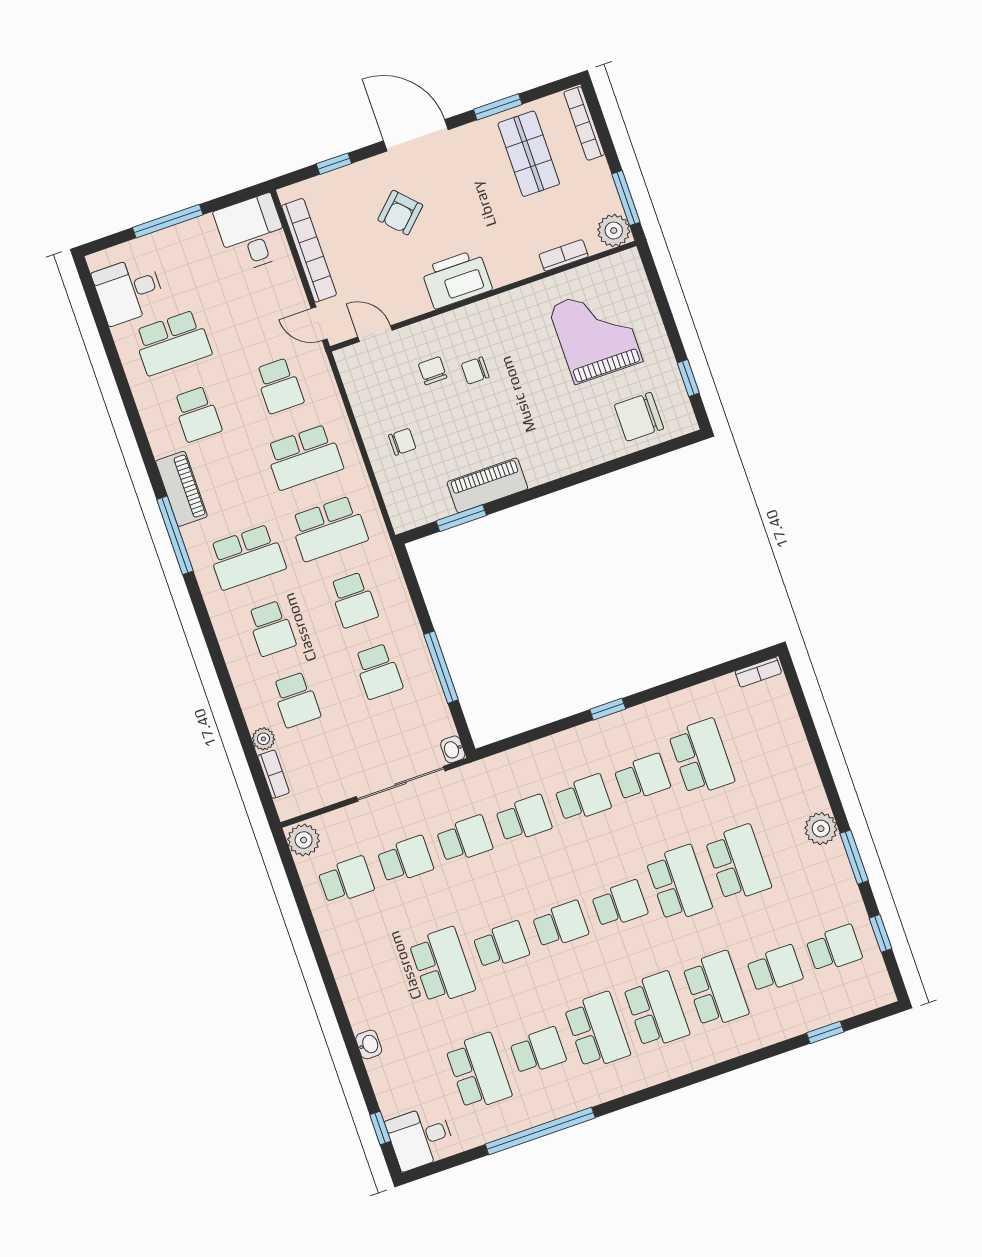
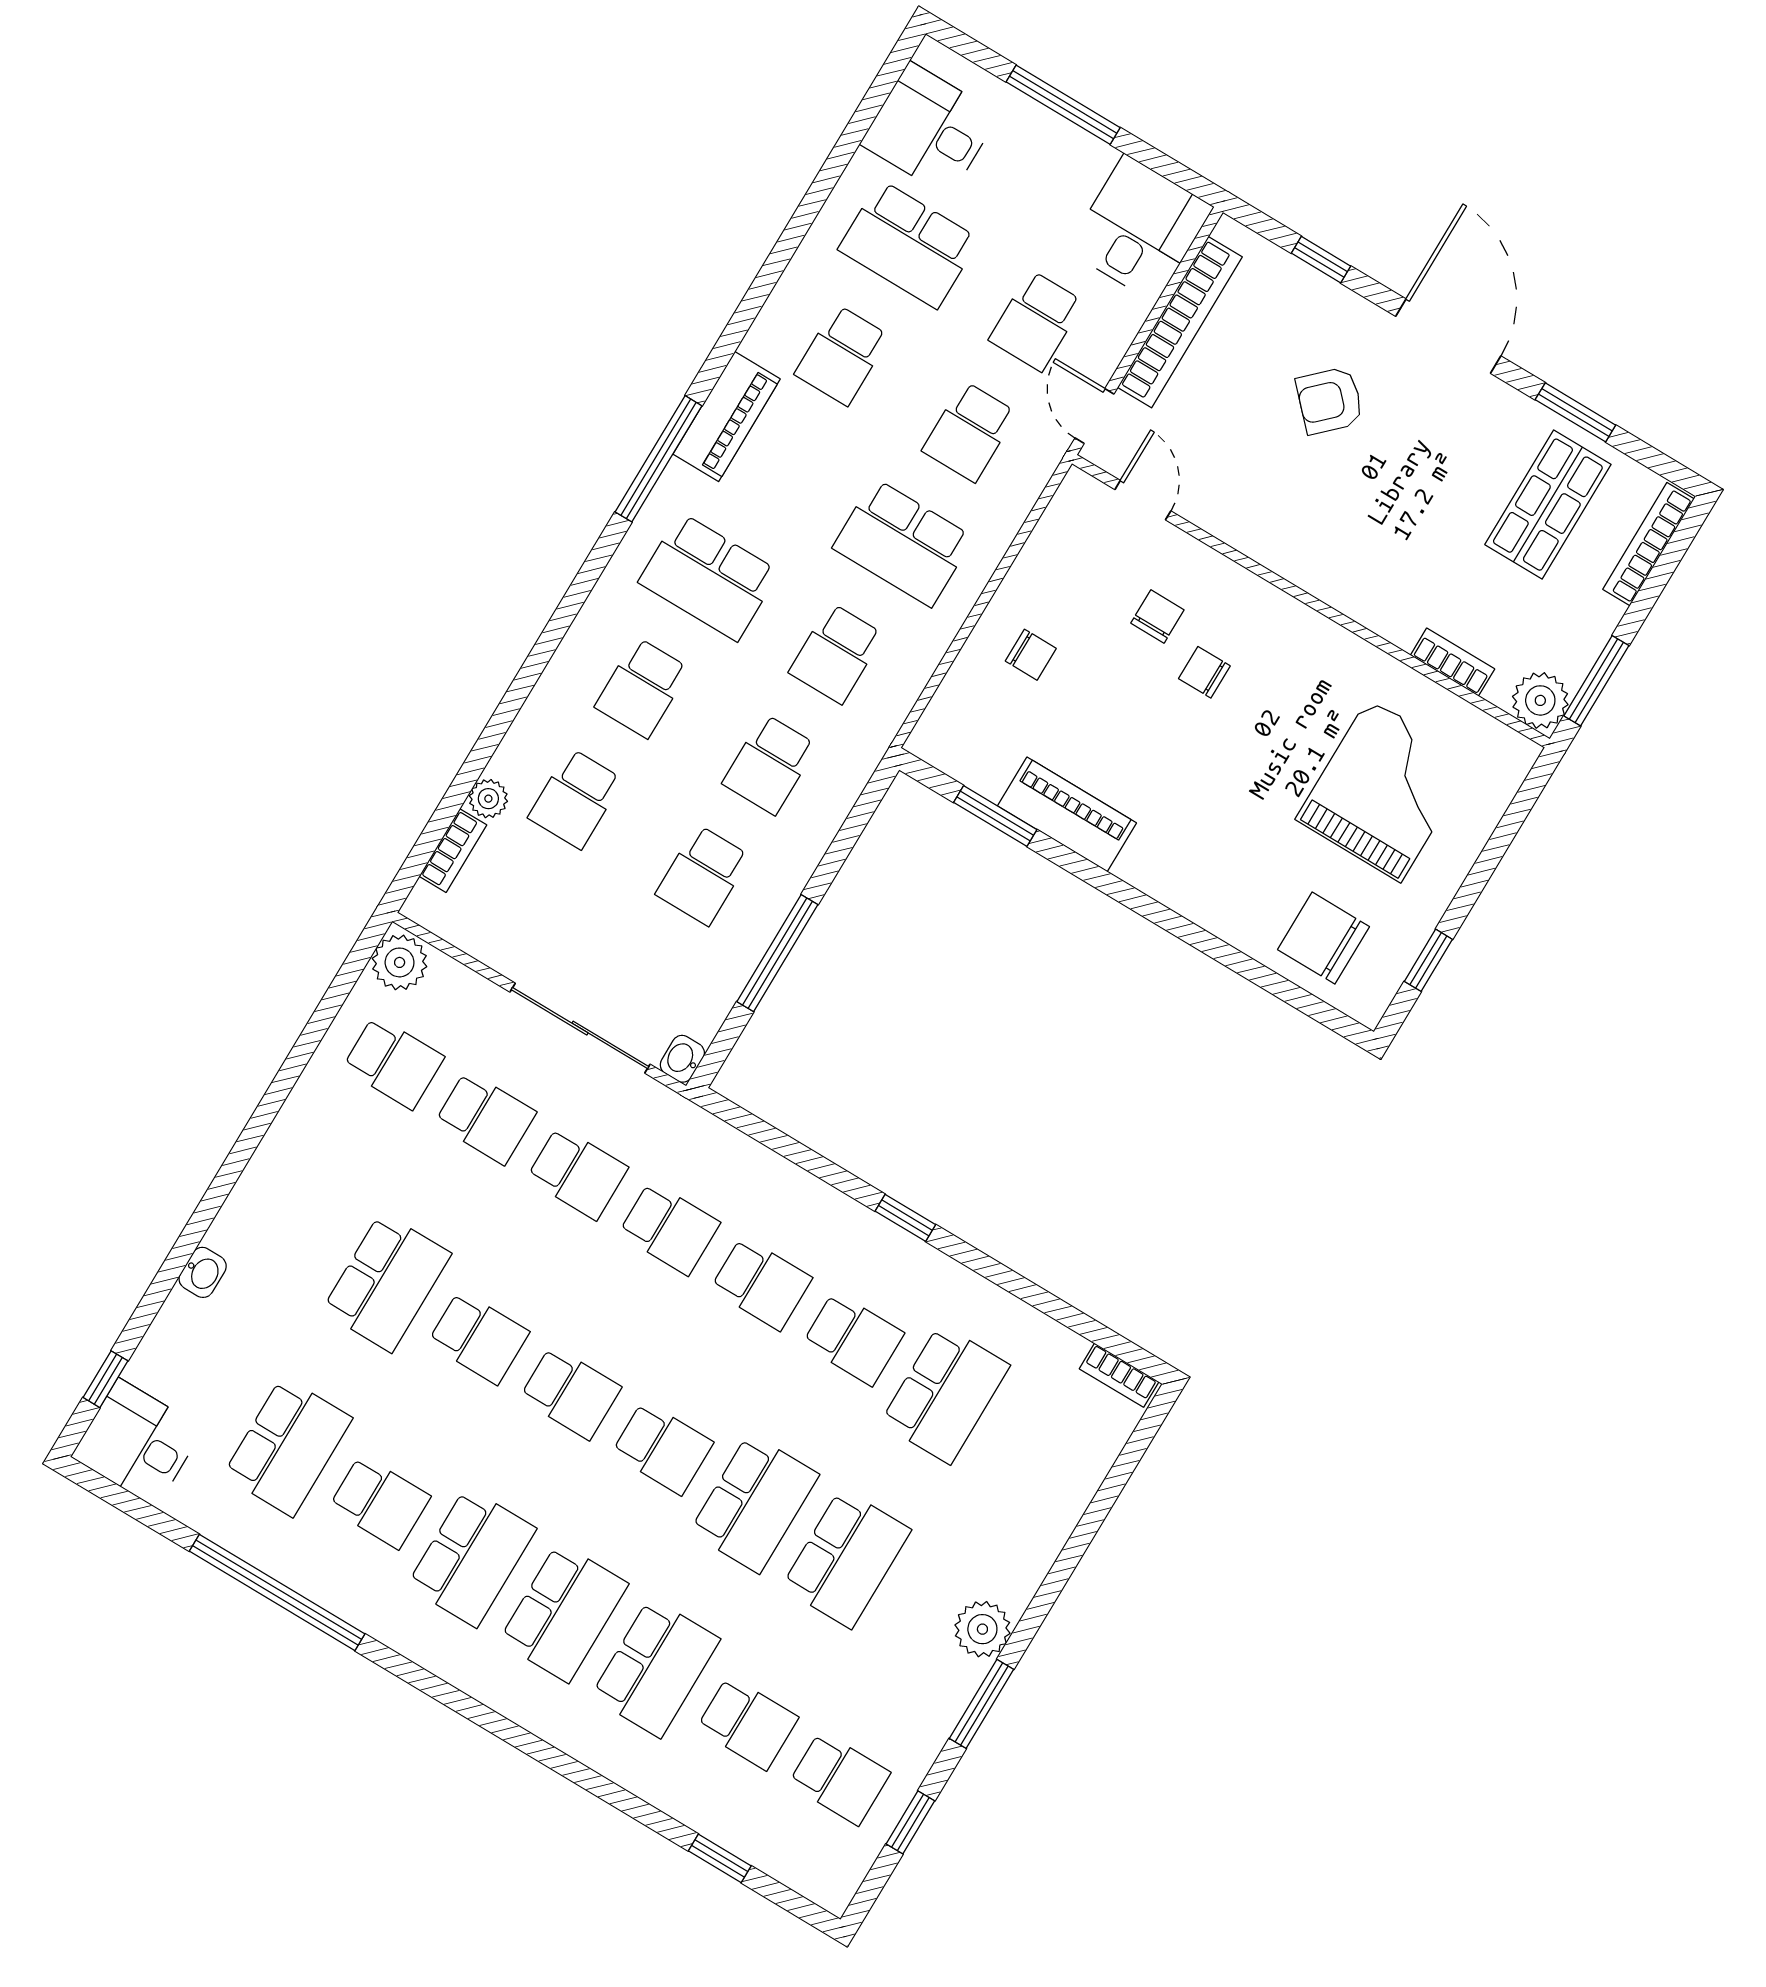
printer: (457, 279) -> (1304, 547), removed
school desk: (255, 314) -> (1036, 321), added
school desk: (329, 529) -> (836, 654), width x0.54

